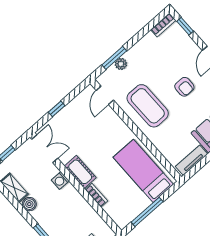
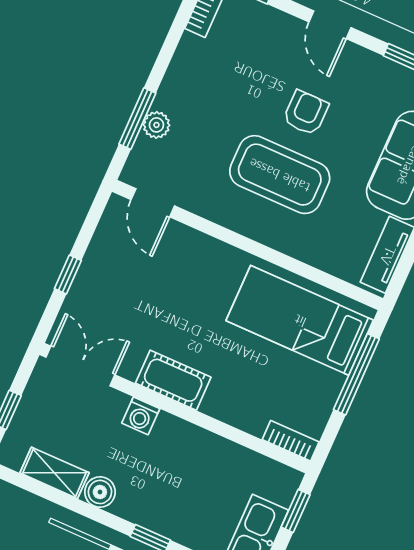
armchair: (184, 87) -> (306, 113), turned -90
coffee table: (148, 106) -> (280, 175), moved
bookcase: (96, 195) -> (291, 441), moved
window: (147, 212) -> (356, 374), moved

